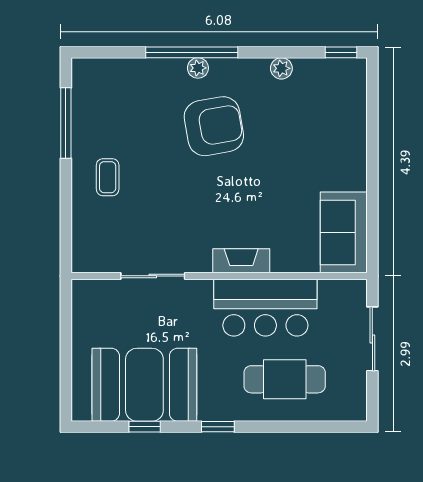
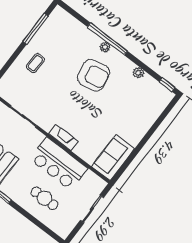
cafe table: (285, 379) -> (44, 198), width x0.73, depth x0.74

